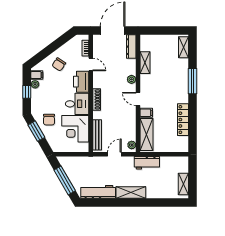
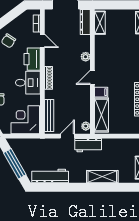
shelving: (145, 63) -> (100, 23), moved
door: (138, 99) -> (92, 77), hinge flipped
corner desk: (75, 129) -> (25, 120), moved, turned 90
workbench: (147, 163) -> (88, 145), moved
shelving: (131, 192) -> (102, 177), moved

